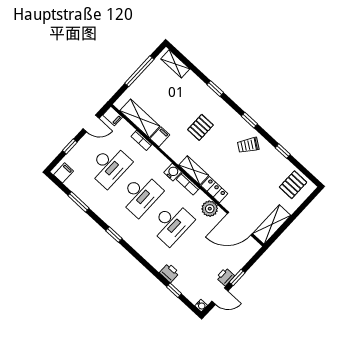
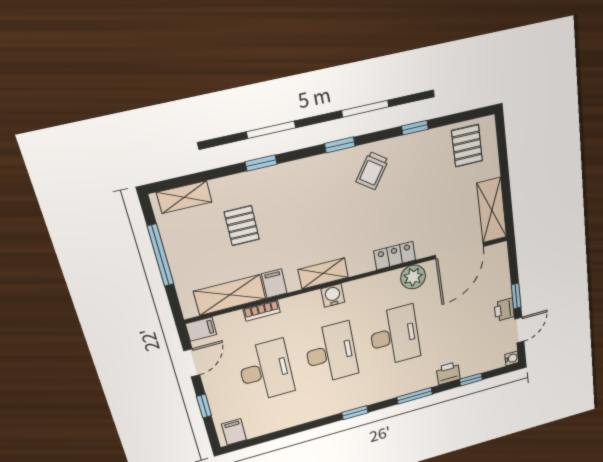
pallet: (200, 127) -> (242, 226), moved
shelving: (194, 170) -> (323, 273), moved
bookcase: (188, 184) -> (362, 285), removed
window: (79, 202) -> (415, 396), moved

